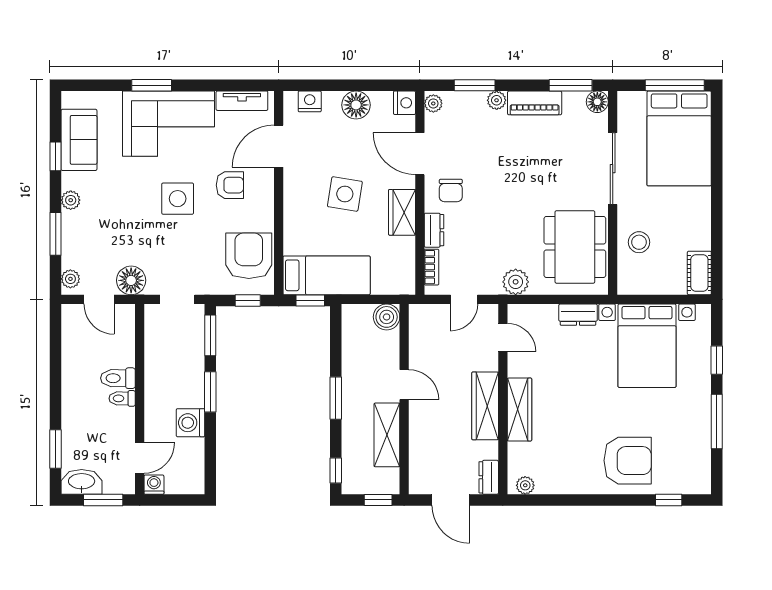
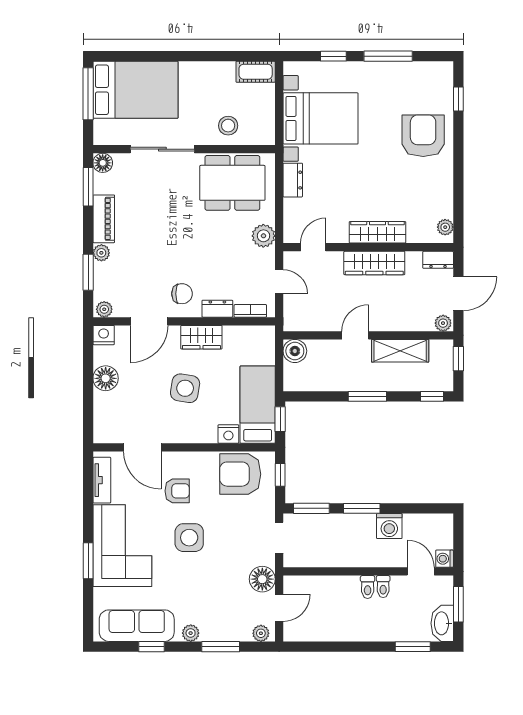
nightstand: (310, 101) -> (228, 434), moved, turned -90
sofa: (79, 140) -> (137, 626), width x1.36
armchair: (230, 185) -> (177, 491), turned 90
toilet: (118, 378) -> (383, 587), moved, width x0.73, depth x0.72
plant: (418, 483) -> (443, 323), added

